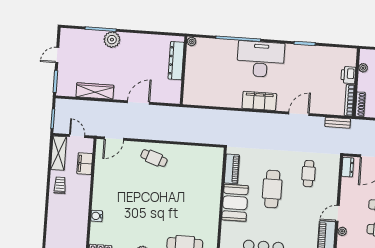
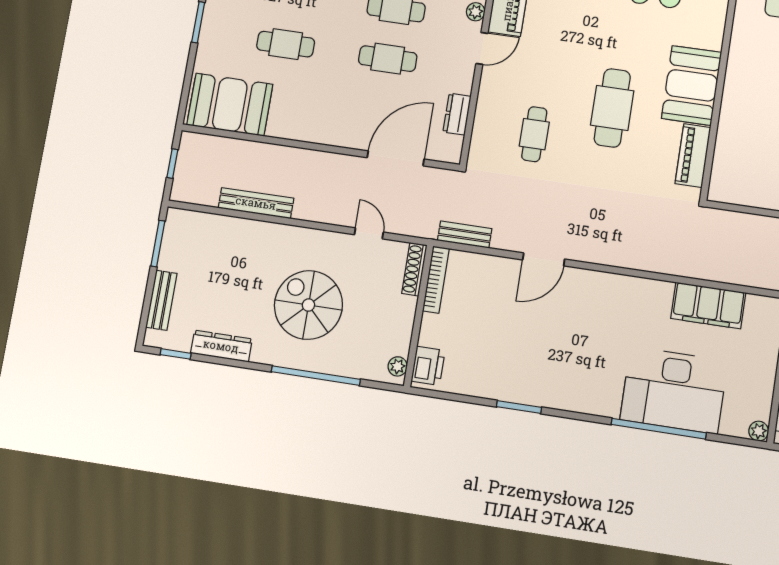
desk: (261, 59) -> (674, 390), moved
plant: (363, 68) -> (398, 366), moved
printer: (348, 75) -> (428, 366), moved
filing cabinet: (259, 101) -> (708, 305), moved
dresser: (348, 167) -> (457, 114), moved

